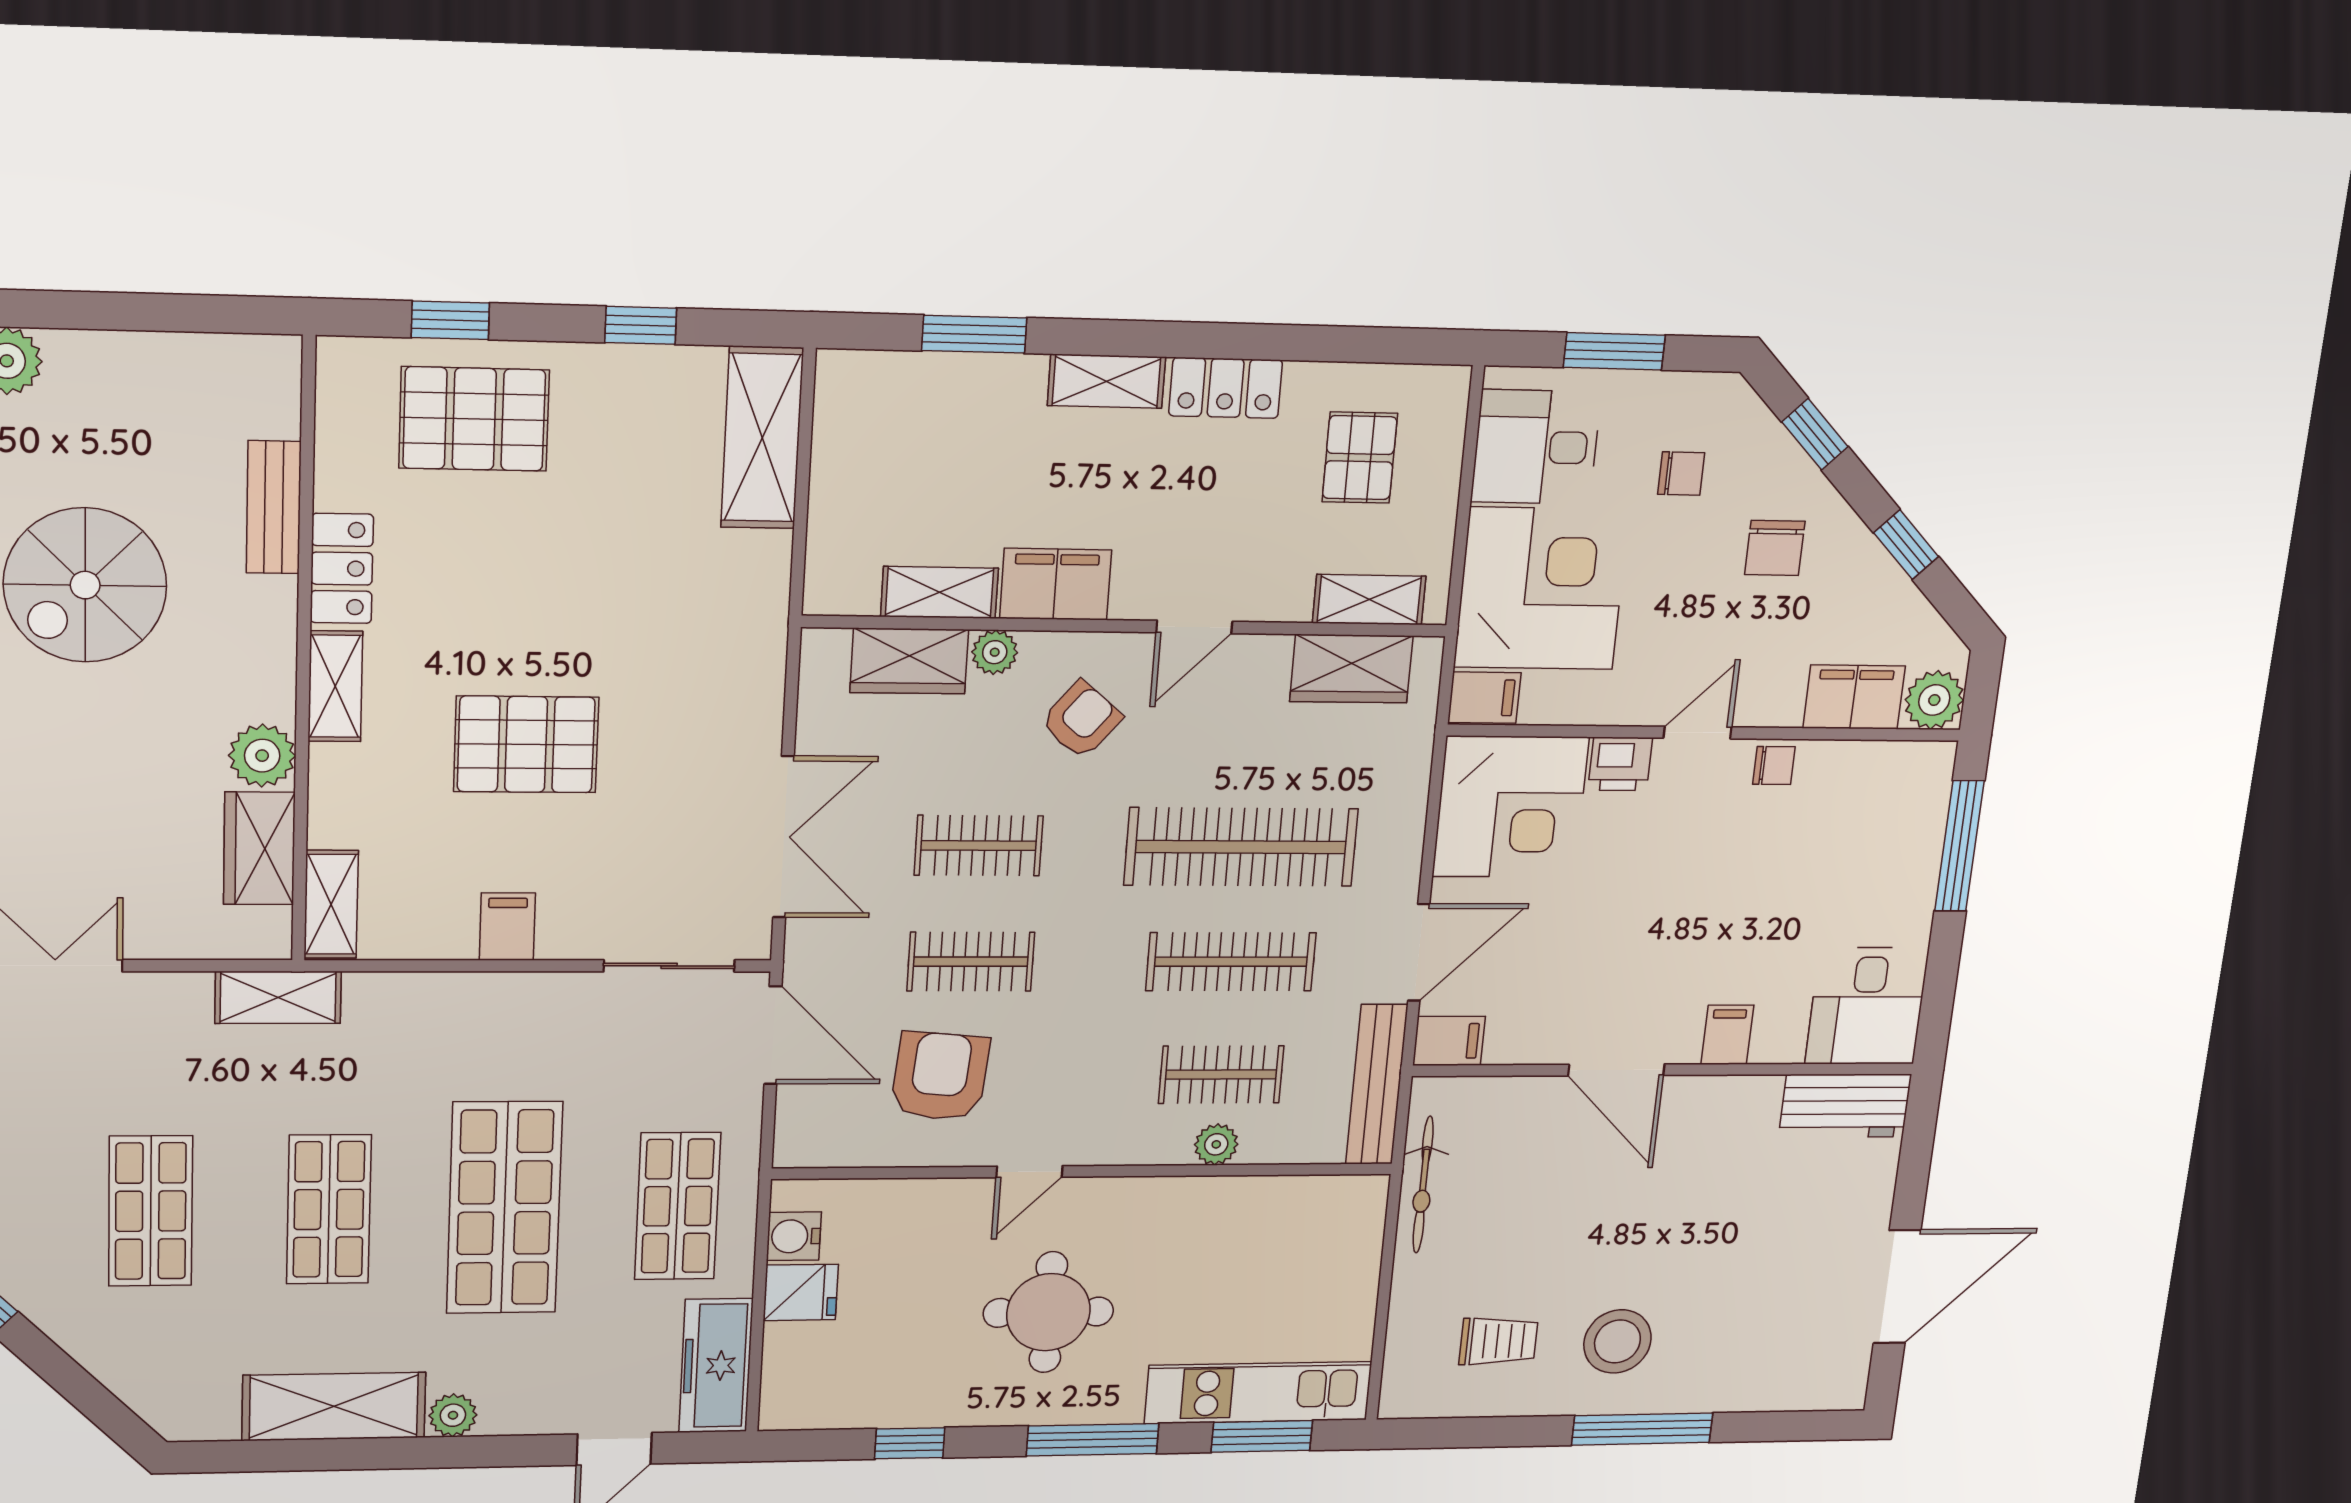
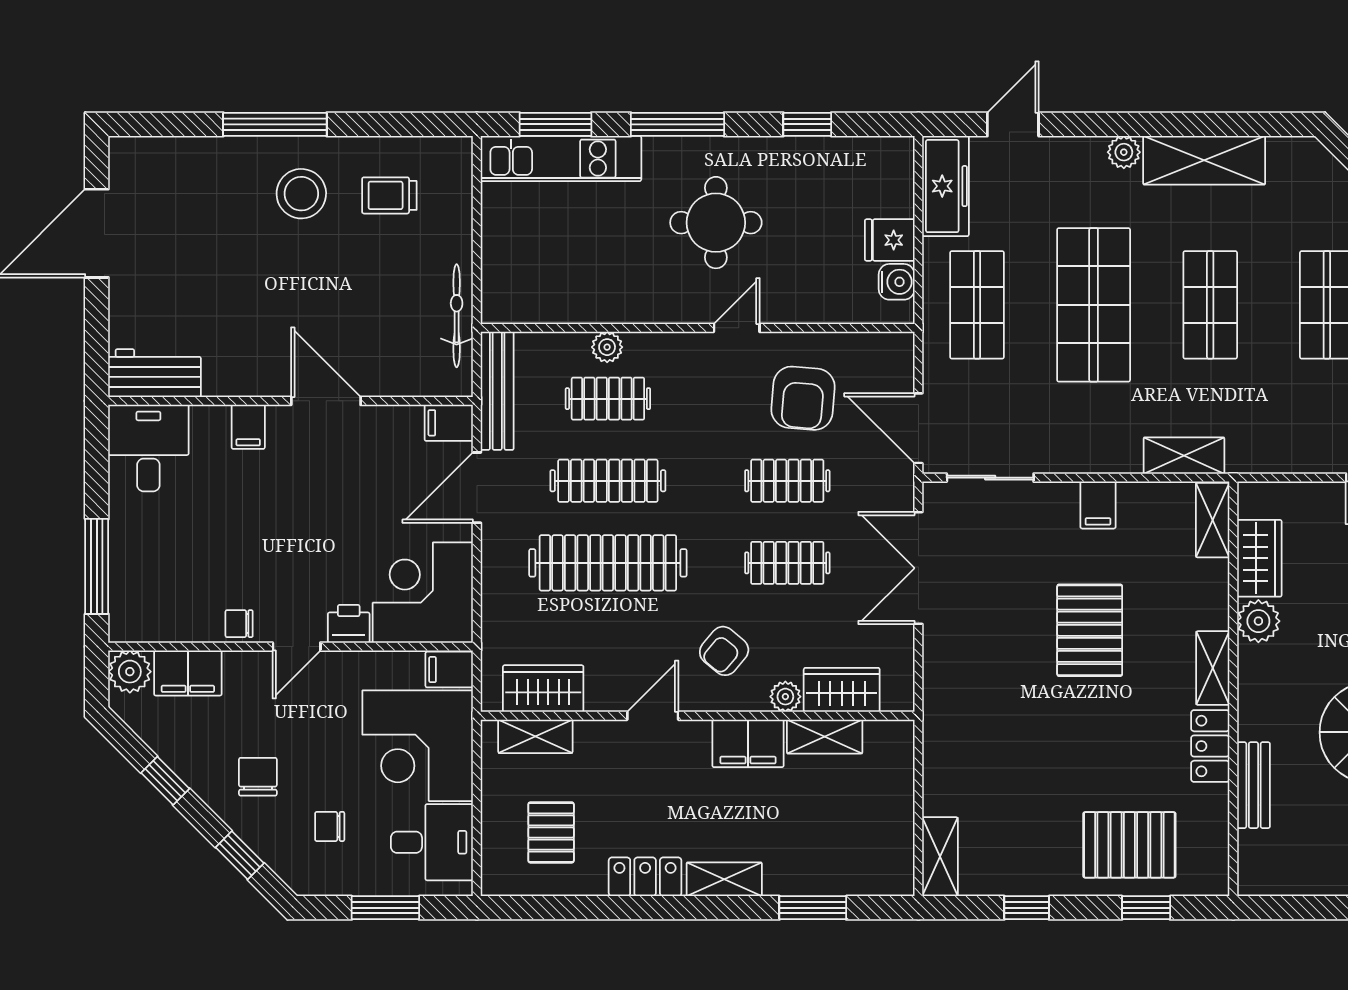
shelving: (762, 438) -> (940, 857), width x0.67, depth x0.75
pallet: (526, 744) -> (1090, 630), turned 90
shelving: (278, 997) -> (1184, 456), moved

